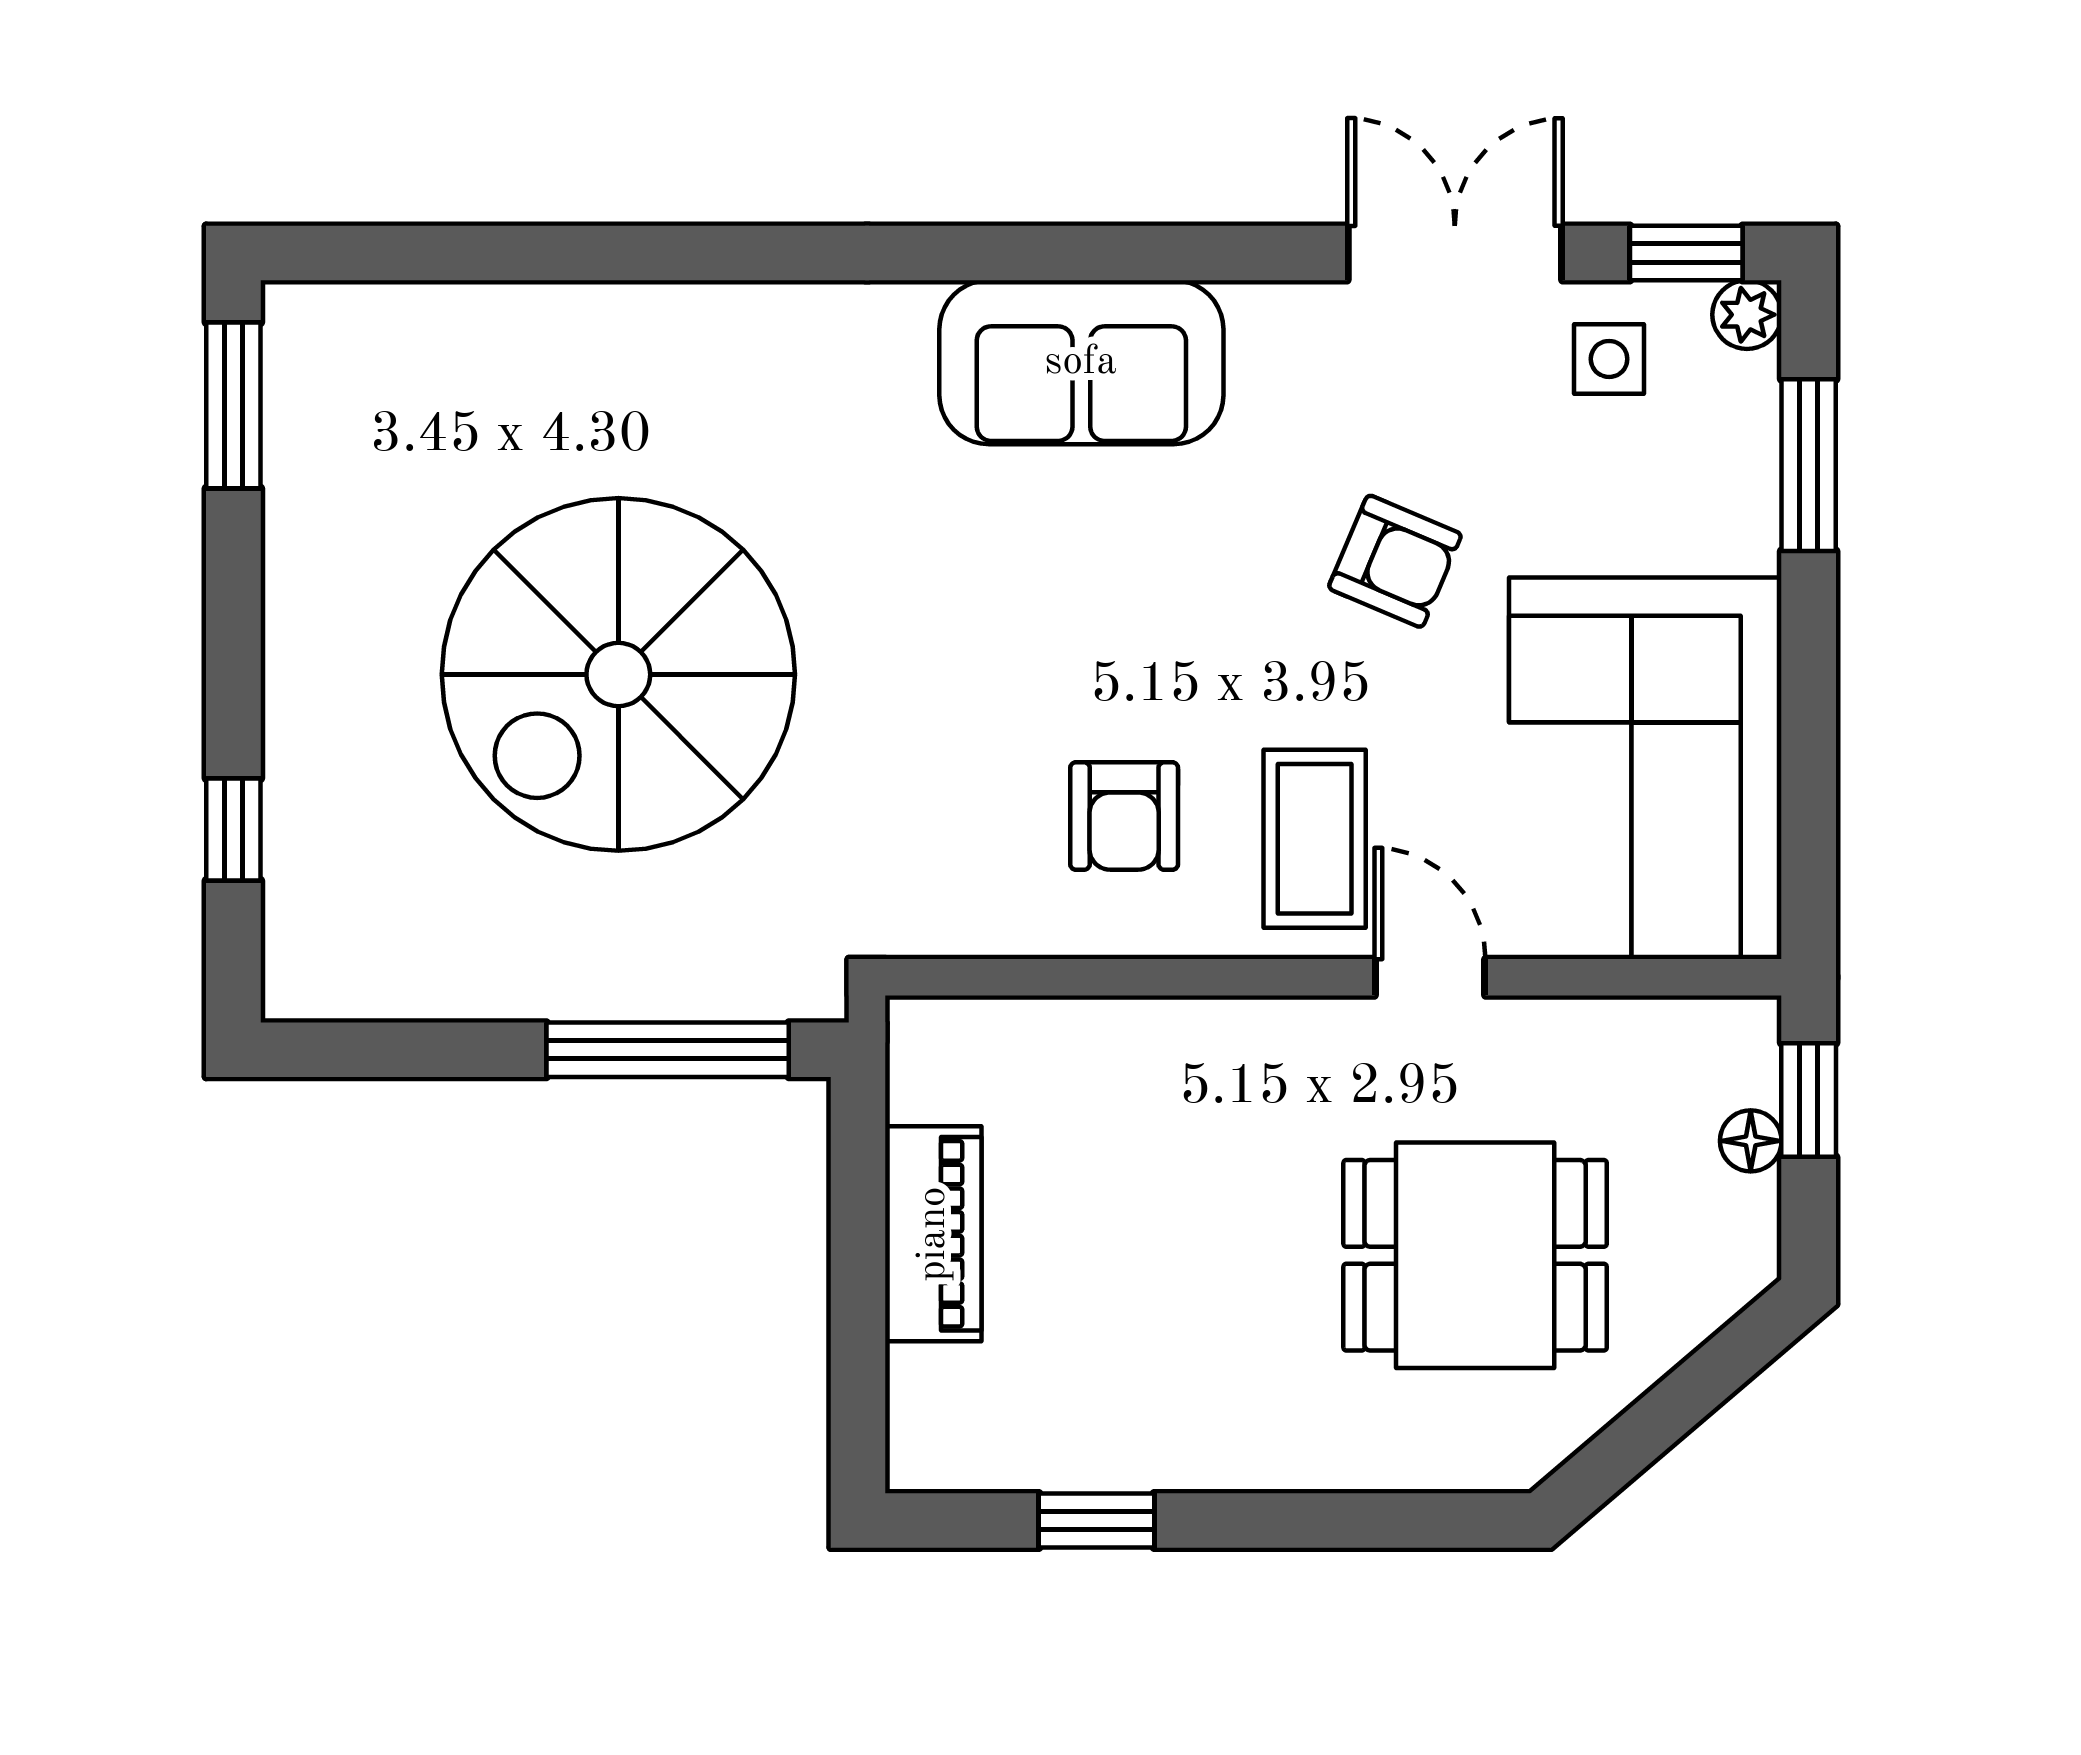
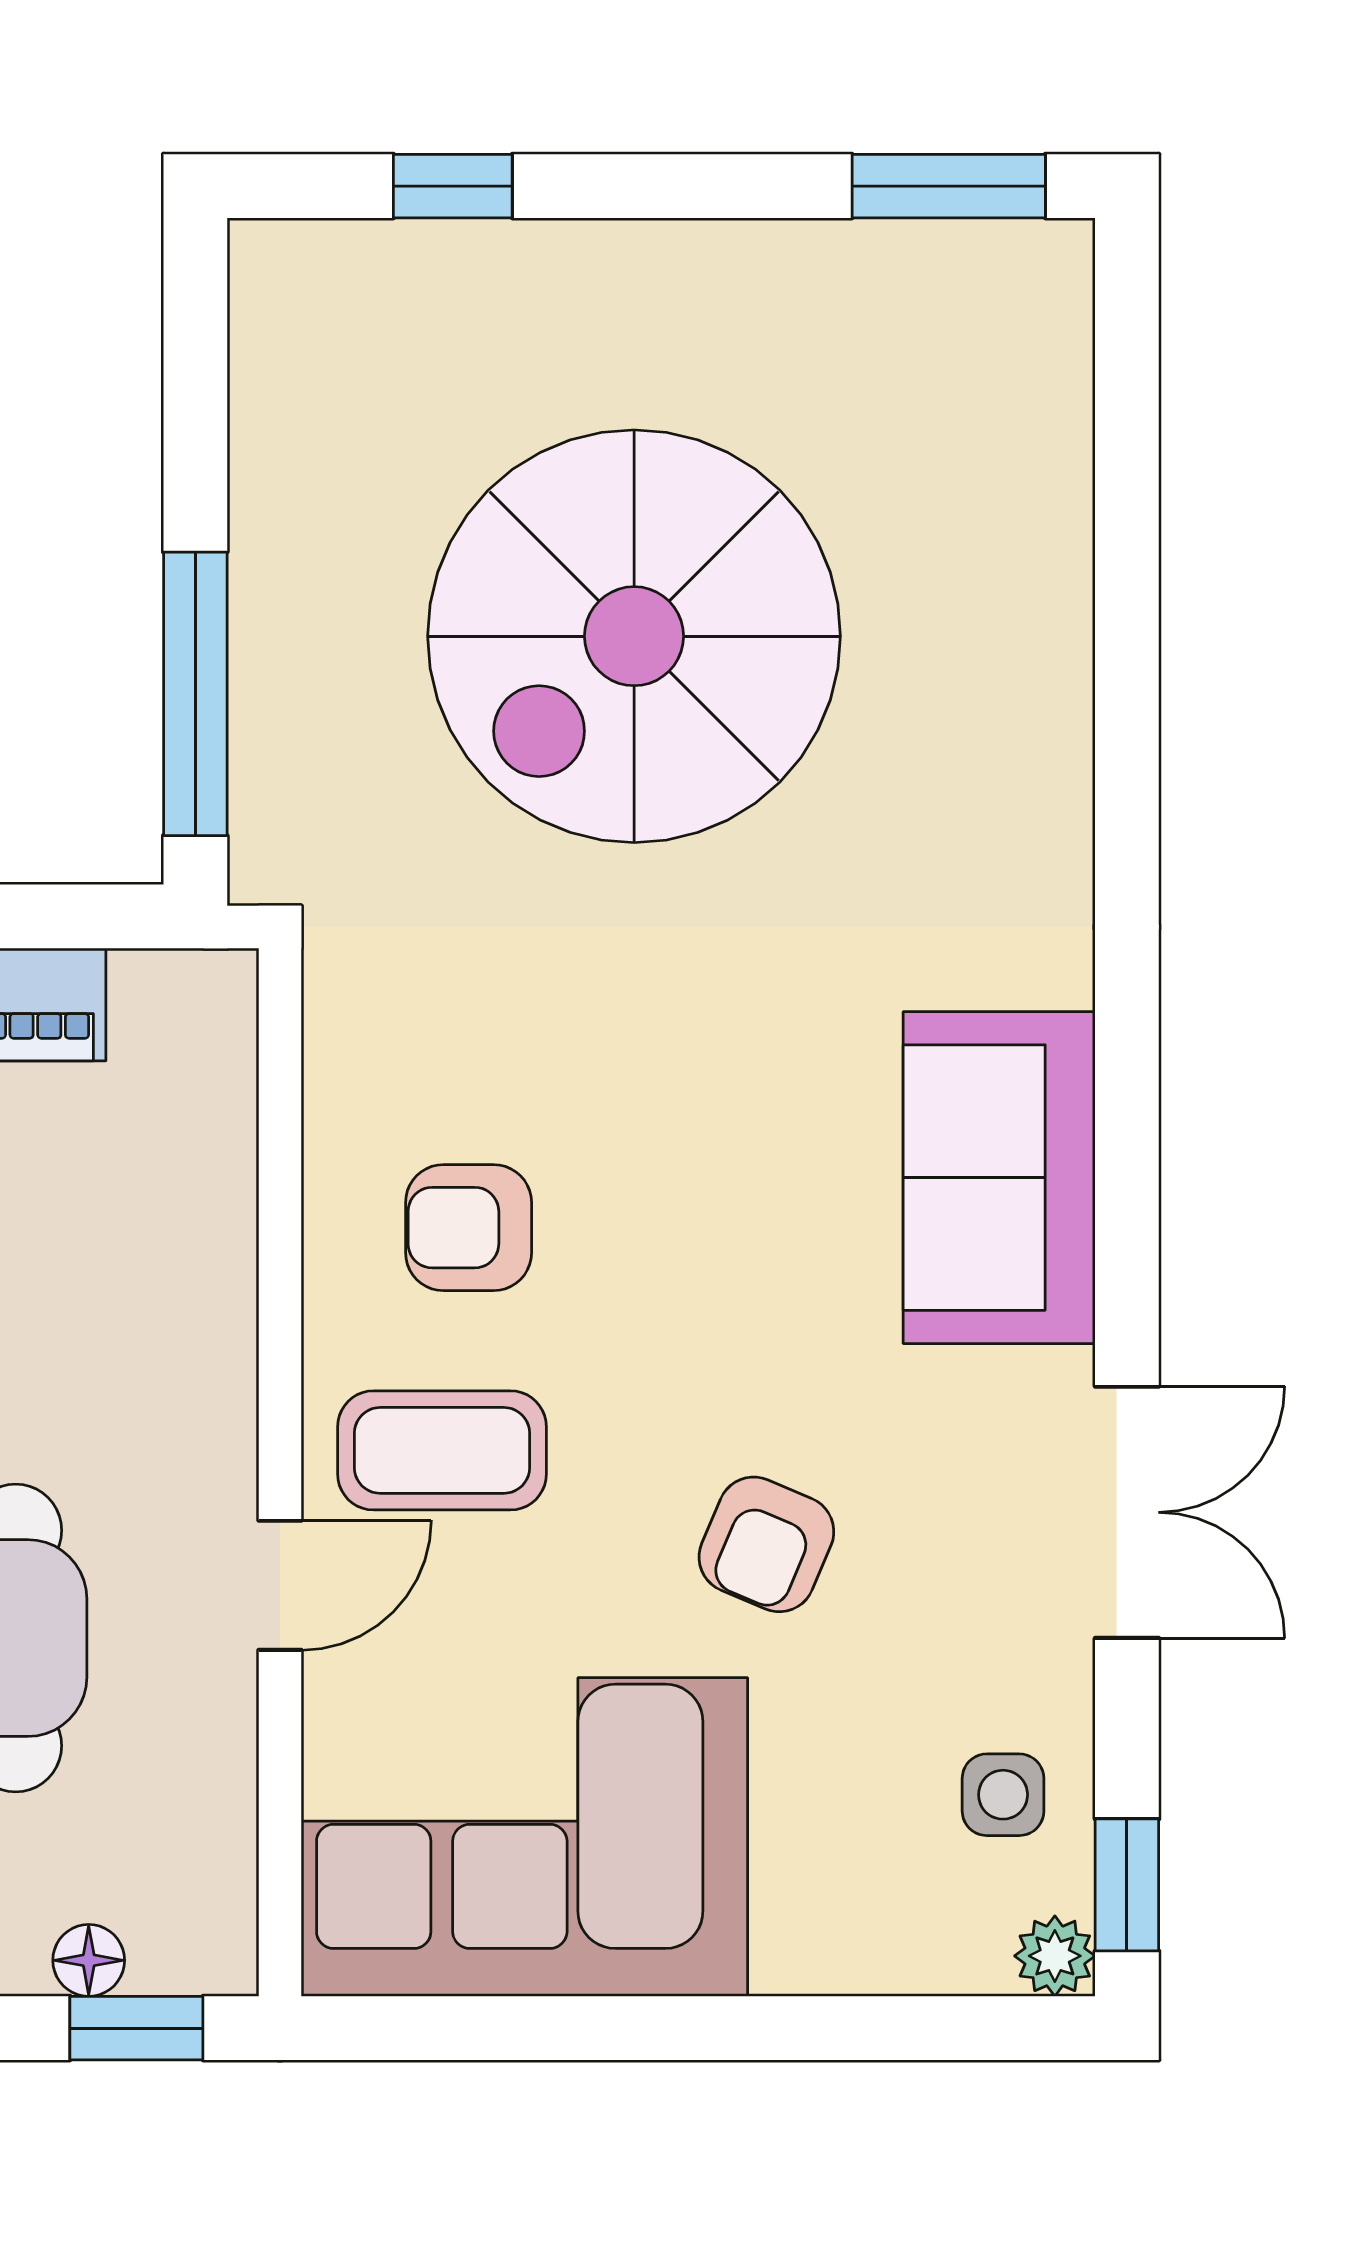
double door: (1455, 253) -> (1127, 1512), moved
window: (1809, 465) -> (879, 2028), removed
spiral stairs: (618, 674) -> (634, 636), turned -90

